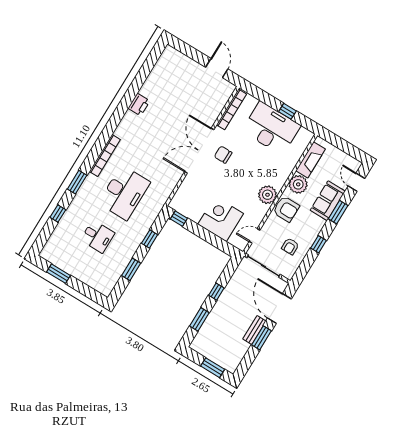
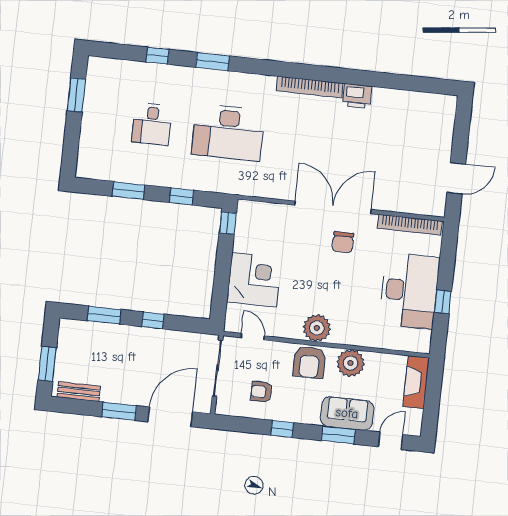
bookcase: (105, 155) -> (310, 87), moved
chair: (223, 155) -> (343, 242), turned 180
fireplace: (311, 160) -> (416, 382), moved, turned 90
bench: (254, 330) -> (79, 392), moved

